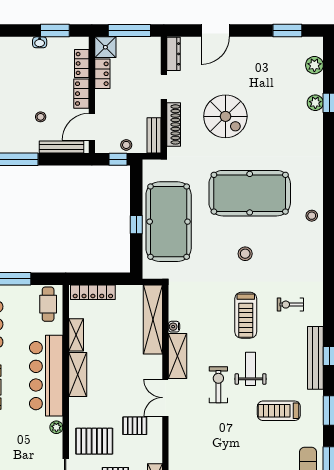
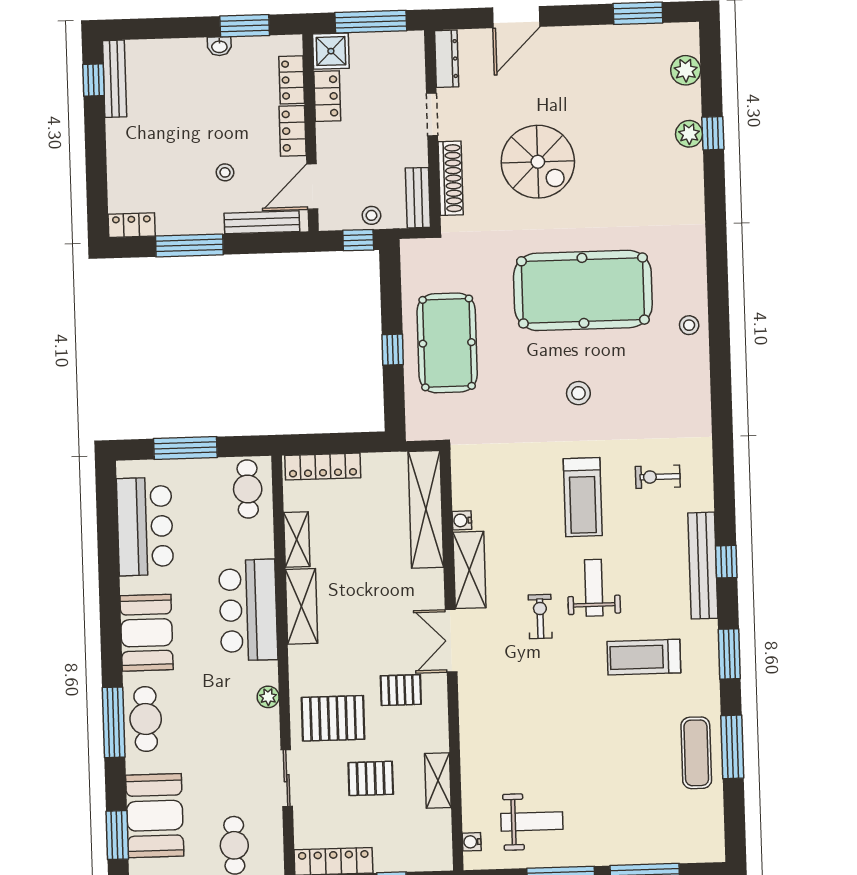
pool table: (169, 222) -> (447, 343), width x0.73, depth x0.76
bar counter: (46, 376) -> (248, 610), width x0.73
exercise bike: (218, 385) -> (540, 616), width x0.73, depth x0.72

